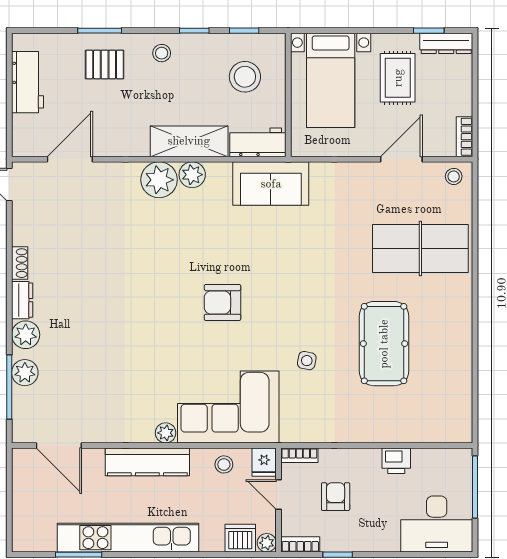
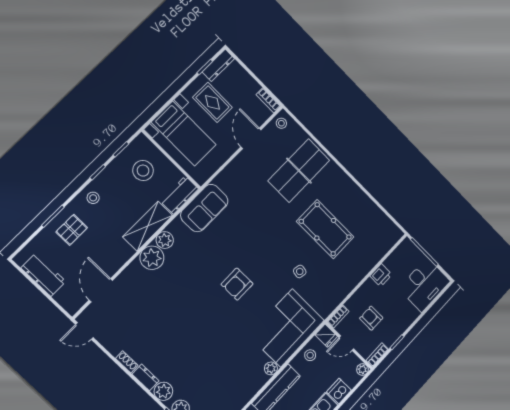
dishwasher: (240, 538) -> (339, 391), moved

